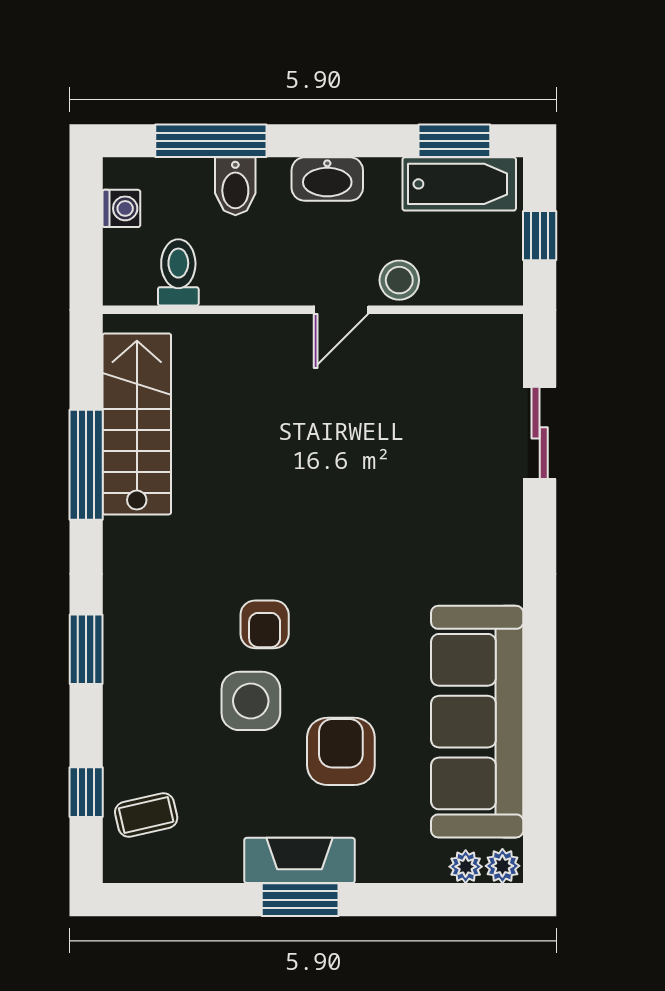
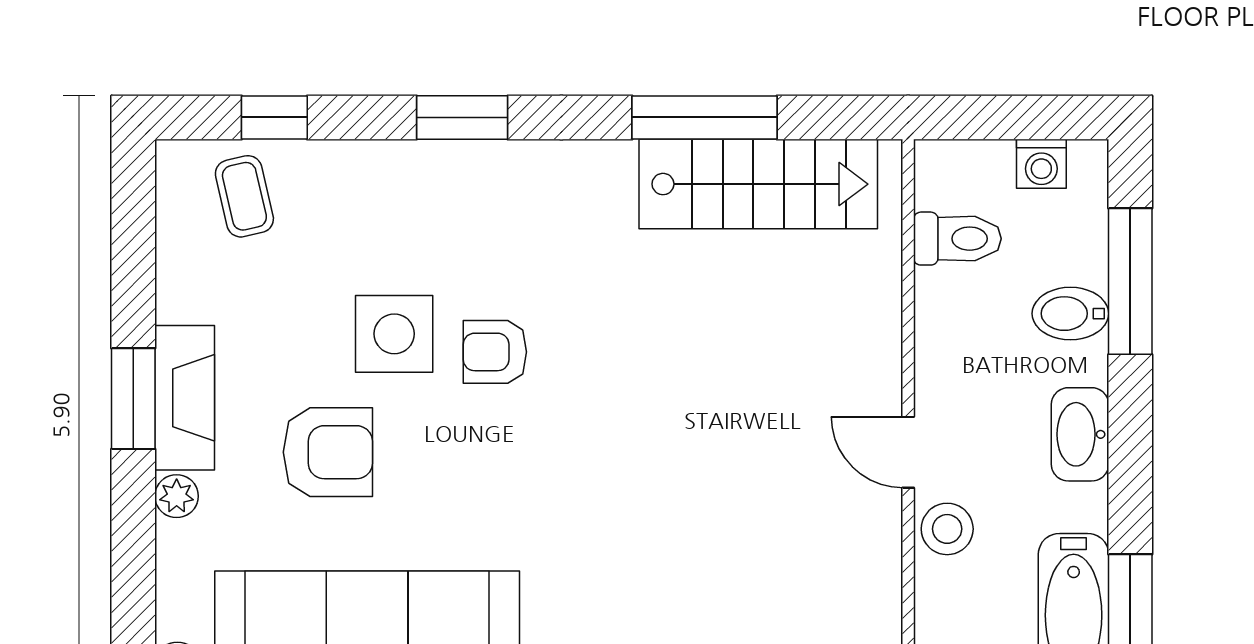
plant: (466, 867) -> (177, 496), moved

